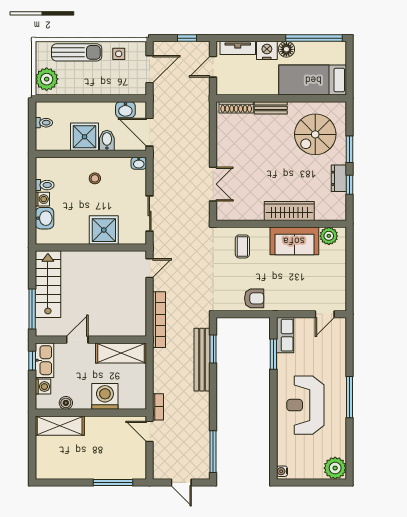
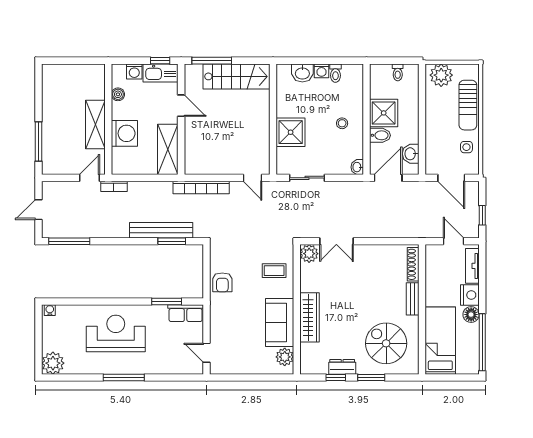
plant: (225, 211) -> (309, 254), added
shelving: (60, 426) -> (95, 125), moved

